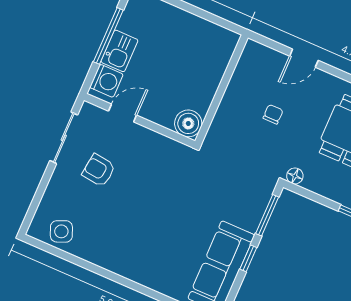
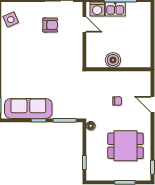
boiler: (188, 123) -> (113, 60), moved
armchair: (99, 170) -> (50, 25), turned 83

